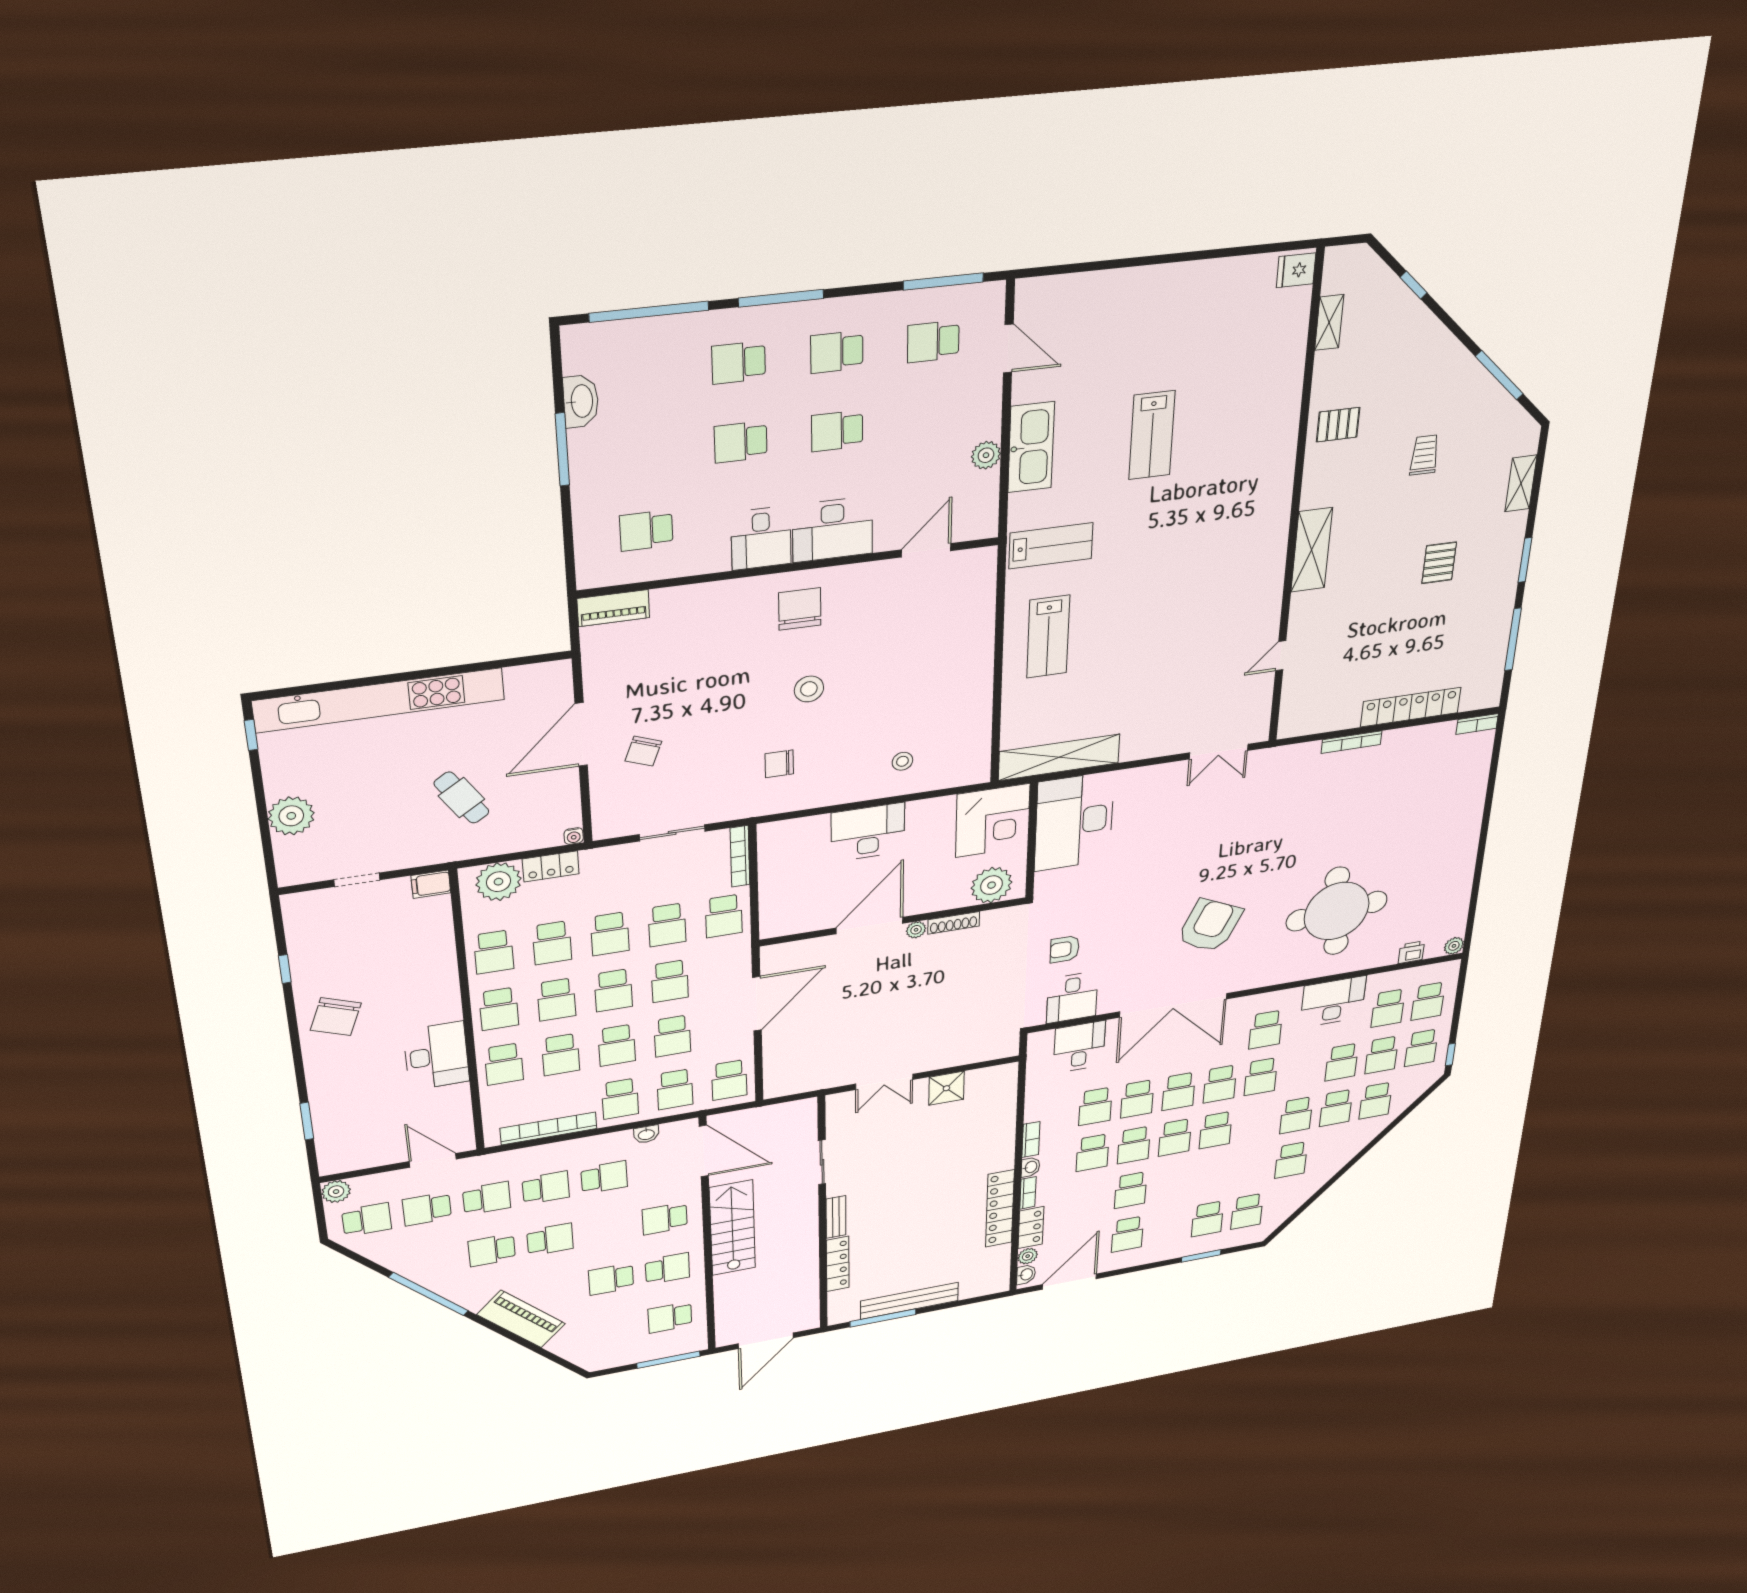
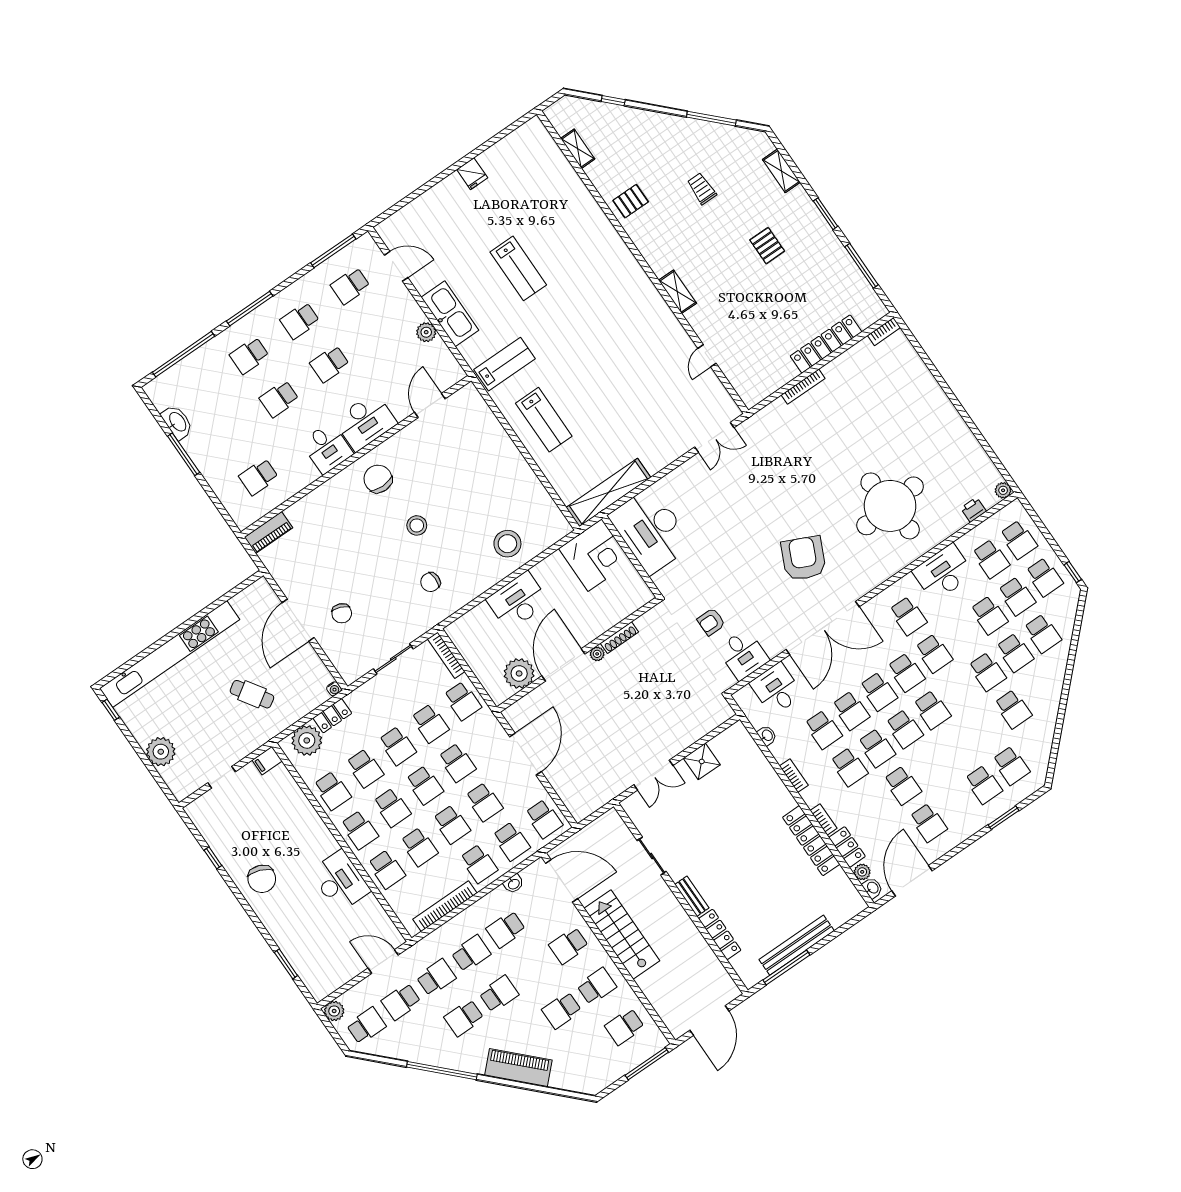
fridge: (1296, 270) -> (472, 174), moved, turned -90
shelving: (1312, 550) -> (677, 292), width x0.67, depth x0.75
stool: (902, 761) -> (507, 544), width x1.89, depth x1.89
plant: (992, 885) -> (519, 673), moved
washbasin: (1031, 1167) -> (767, 735), moved
school desk: (604, 1177) -> (506, 929), turned 180

